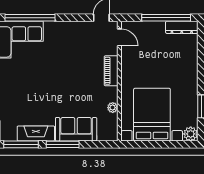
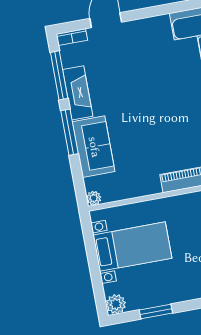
plant: (113, 108) -> (94, 198), moved
bed with nightstands: (152, 115) -> (132, 247), width x0.73

